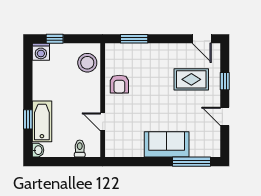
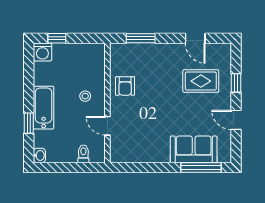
door: (202, 39) -> (195, 38), moved
stool: (87, 63) -> (85, 96), moved, width x0.53, depth x0.53
bathtub: (42, 121) -> (44, 108), moved
sofa: (167, 144) -> (194, 149), moved

